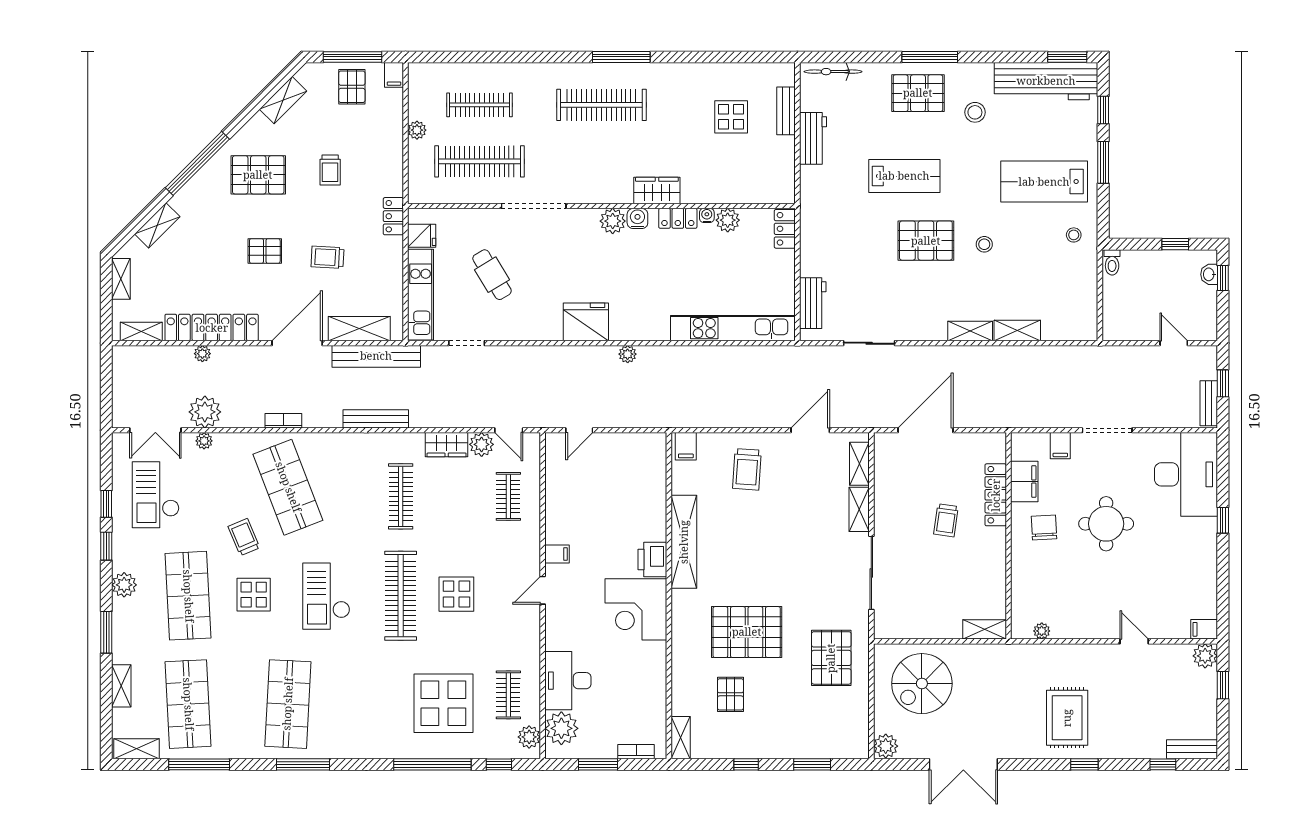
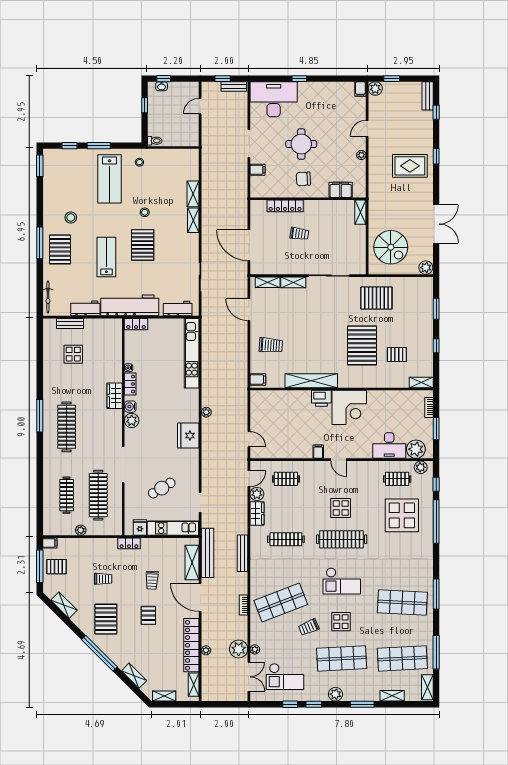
workbench: (1046, 81) -> (130, 305), moved, turned -90
plant: (728, 220) -> (131, 356), removed
filing cabinet: (1024, 481) -> (341, 190), moved
plant: (1042, 631) -> (361, 155), moved

